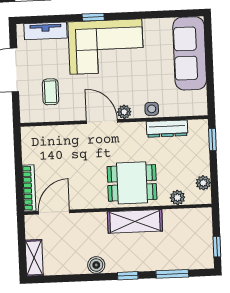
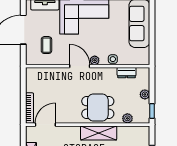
dresser: (167, 129) -> (127, 73), width x0.70
window: (212, 140) -> (152, 111), moved
plant: (203, 183) -> (145, 94), moved

